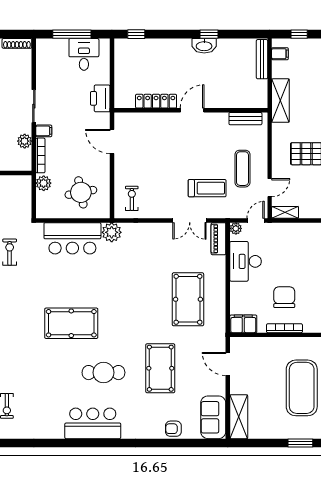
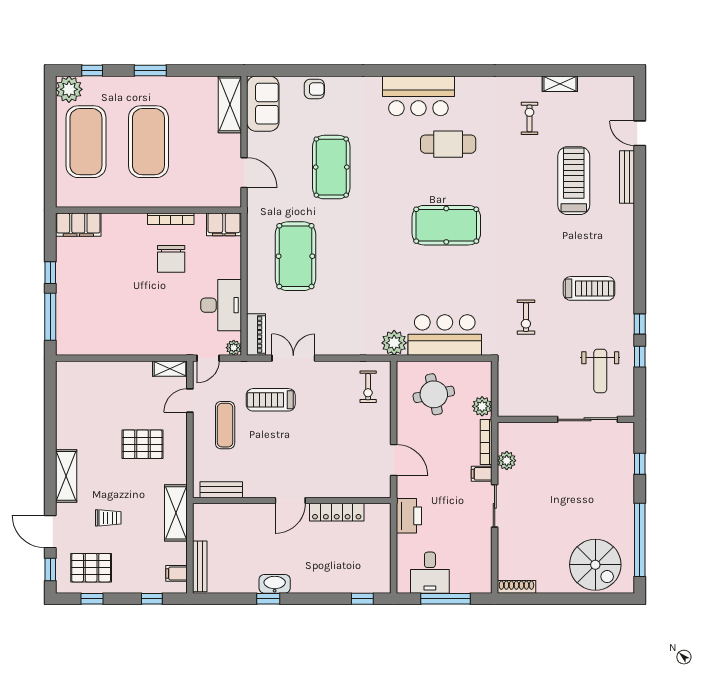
cafe table: (103, 373) -> (448, 144), moved

